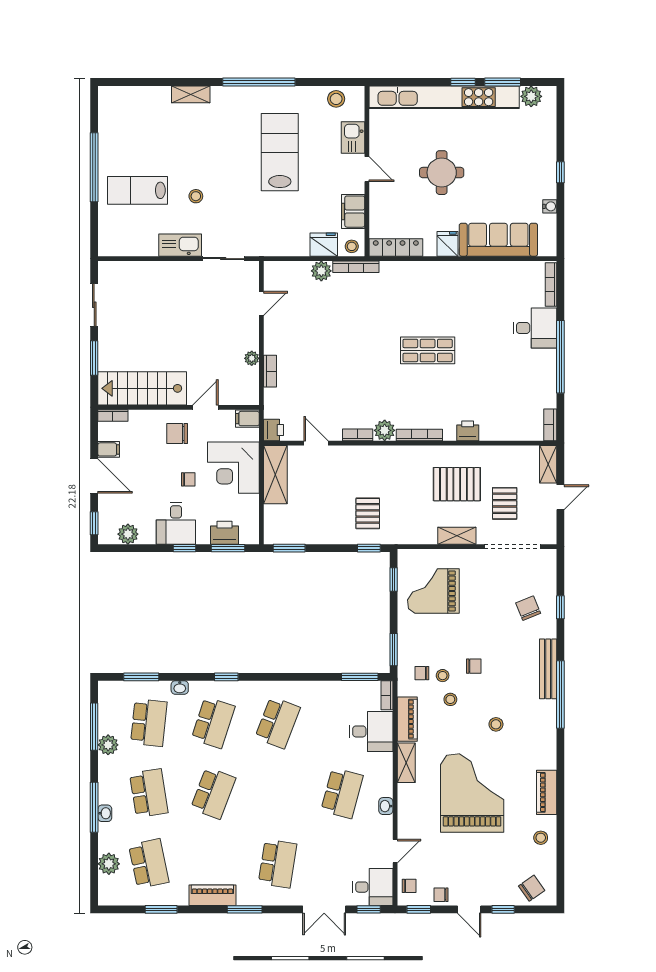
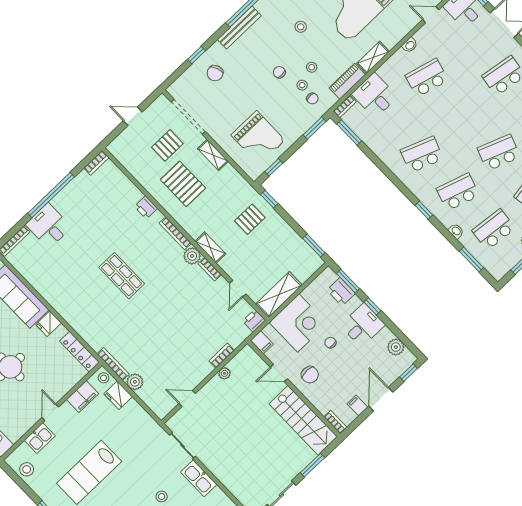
shelving: (548, 464) -> (210, 248), moved, turned 90

